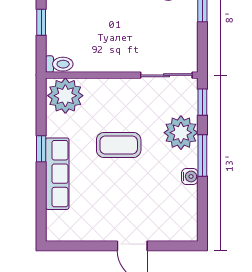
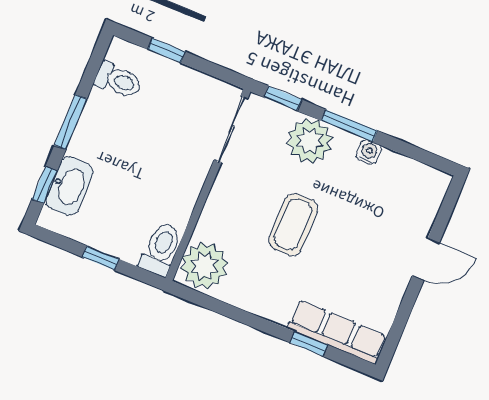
toilet: (59, 64) -> (161, 249), width x1.37, depth x1.39
window: (41, 149) -> (309, 344), moved
row of seats: (57, 174) -> (337, 332), moved

